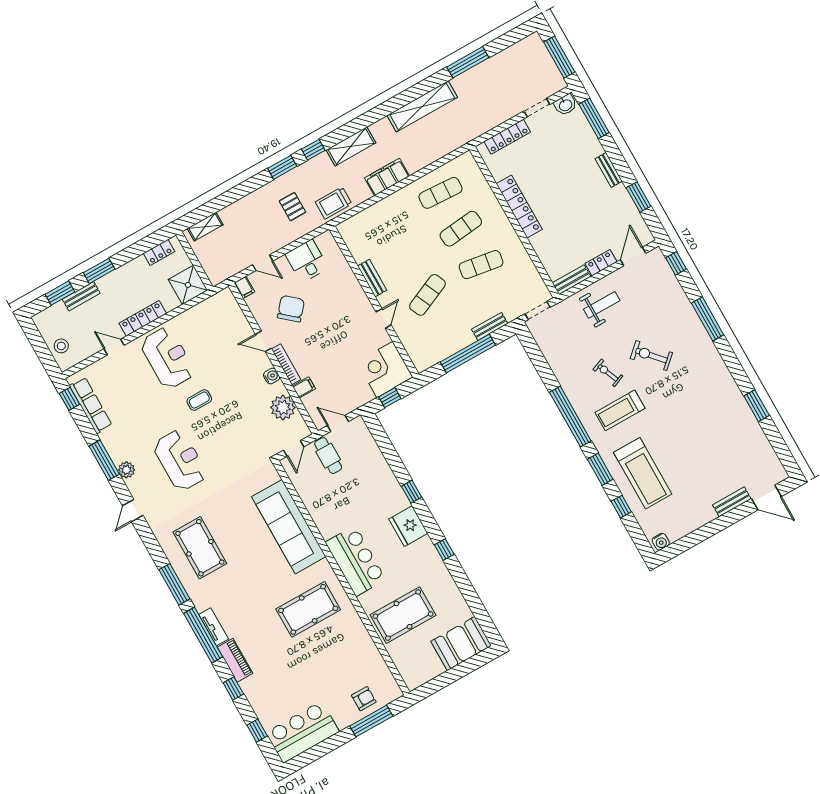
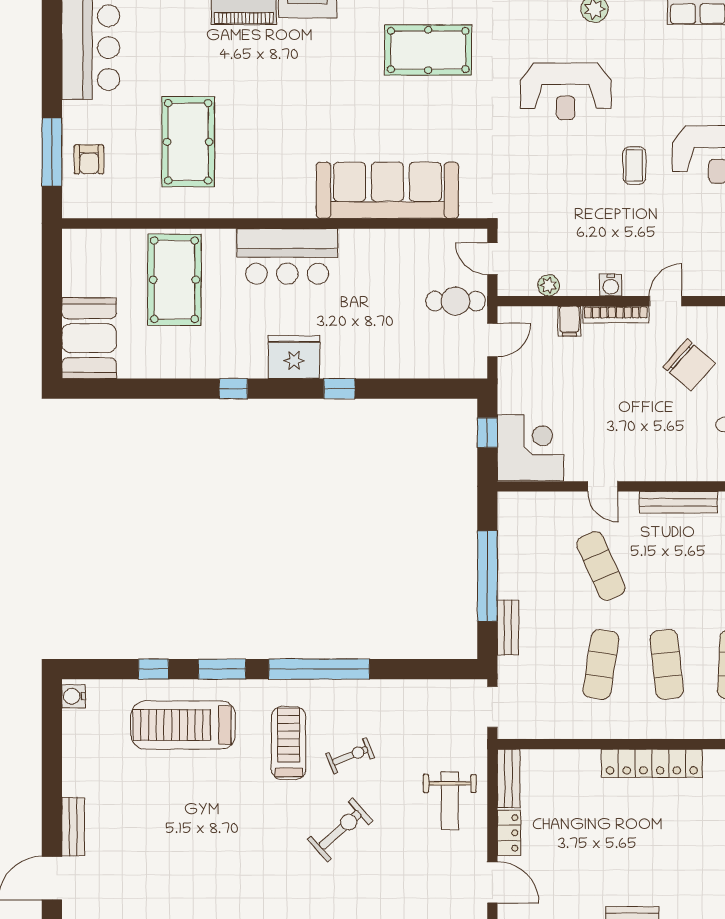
bench: (372, 278) -> (678, 502), width x1.36
plant: (283, 408) -> (549, 285), width x0.53, depth x0.53
pool table: (308, 609) -> (188, 142), moved

